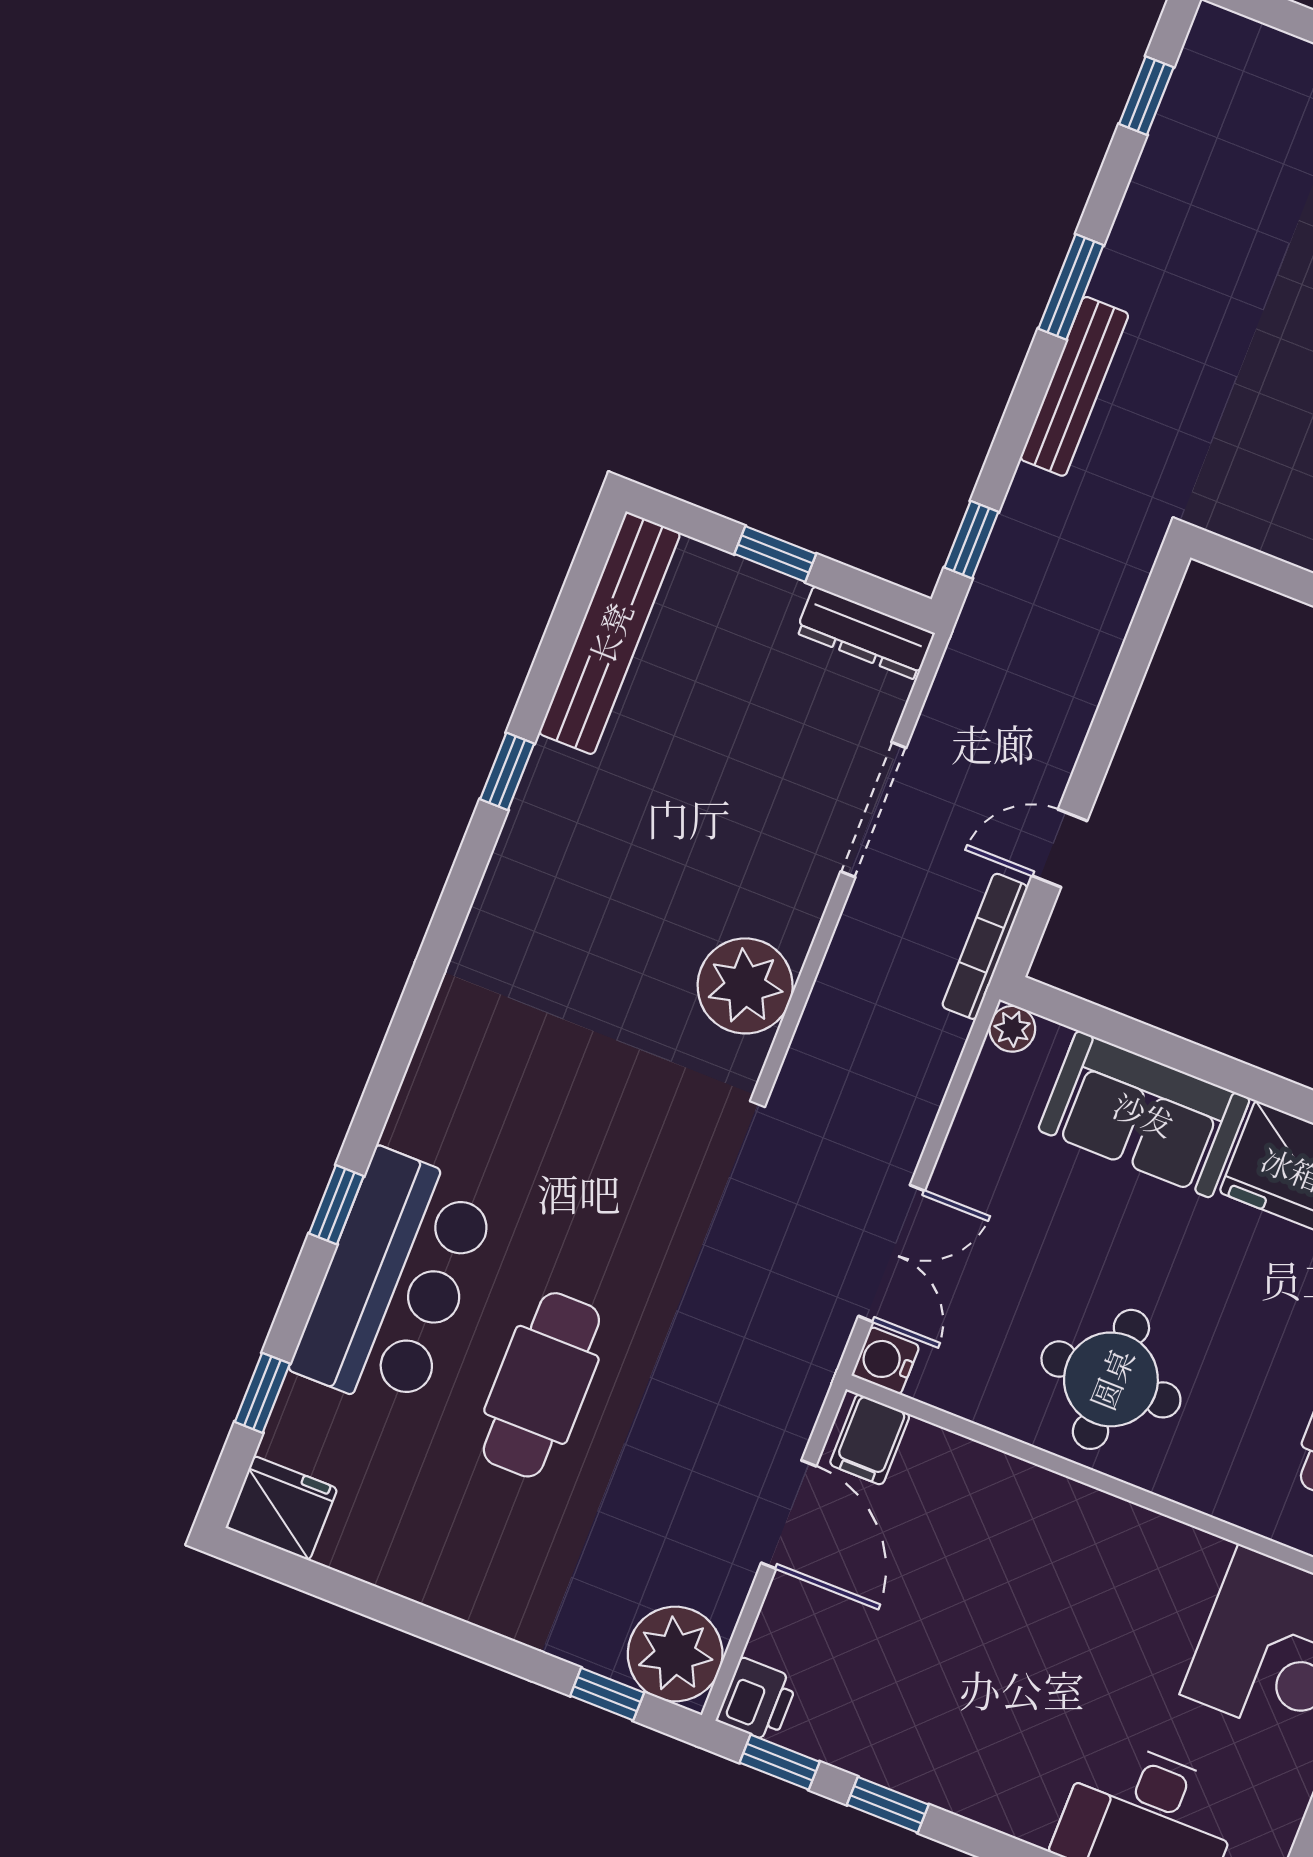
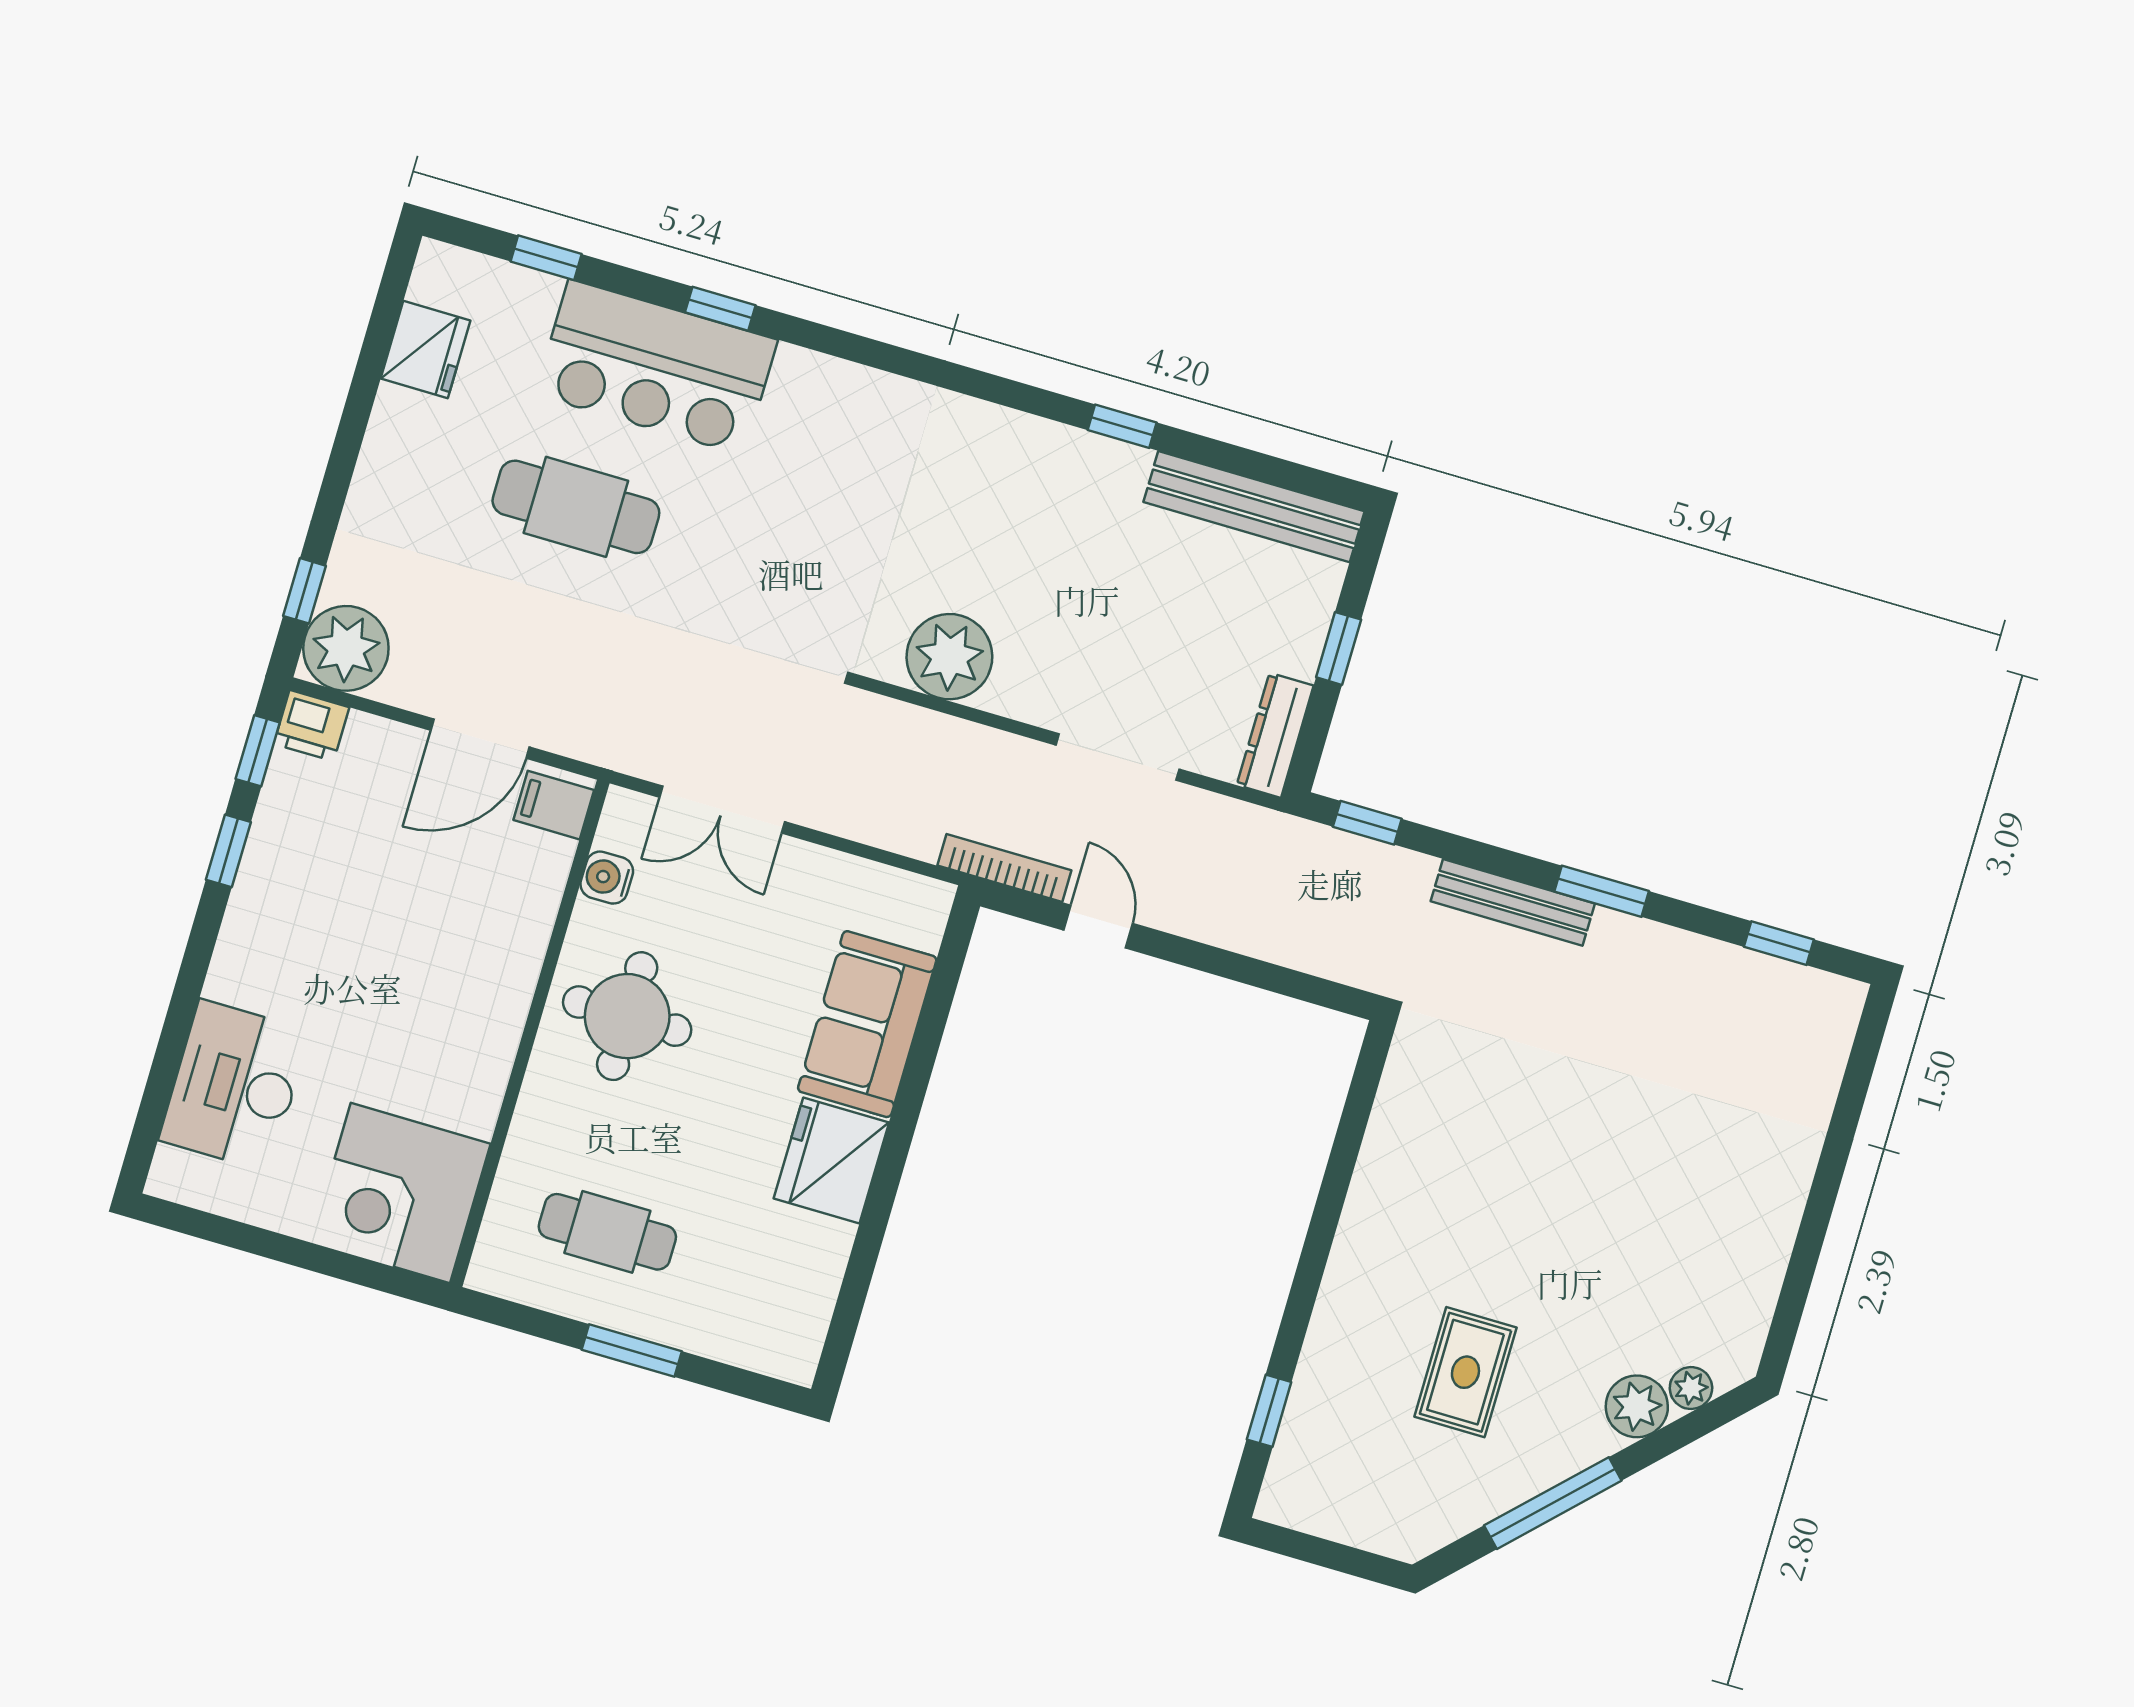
plant: (1012, 1029) -> (933, 899), removed
water cooler: (886, 1361) -> (607, 878), moved, turned -90
fridge: (282, 1508) -> (425, 349), moved

